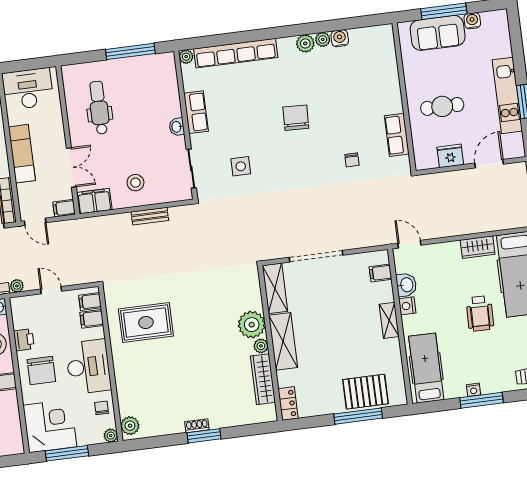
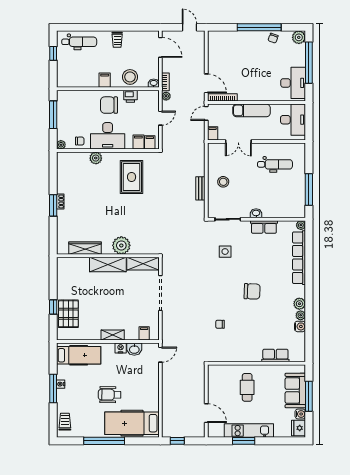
row of seats: (397, 135) -> (275, 356), moved
fridge: (450, 156) -> (299, 428), moved, turned 180
filing cabinet: (94, 201) -> (215, 154), removed
wardrobe: (478, 247) -> (153, 399), removed
plant: (261, 346) -> (107, 250), removed
locker: (288, 403) -> (67, 263), removed
window: (358, 416) -> (53, 307), width x0.46
corner desk: (50, 426) -> (72, 106), removed
plant: (130, 426) -> (96, 158), moved

